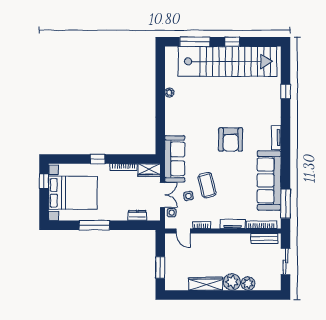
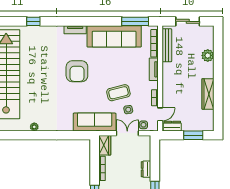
armchair: (231, 139) -> (77, 71), turned 90
dresser: (137, 215) -> (146, 169), moved
bench: (264, 238) -> (167, 45), width x1.36
dresser: (170, 244) -> (172, 126), added
plant: (232, 282) -> (206, 70), removed

